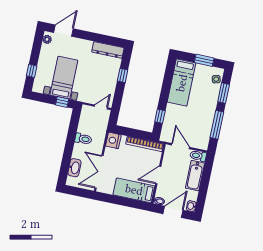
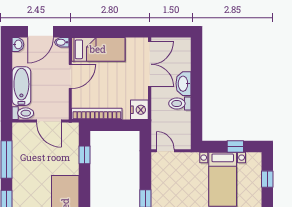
window: (62, 102) -> (235, 147), moved
door: (101, 107) -> (165, 151), swing flipped
washbasin: (74, 168) -> (183, 84), moved

